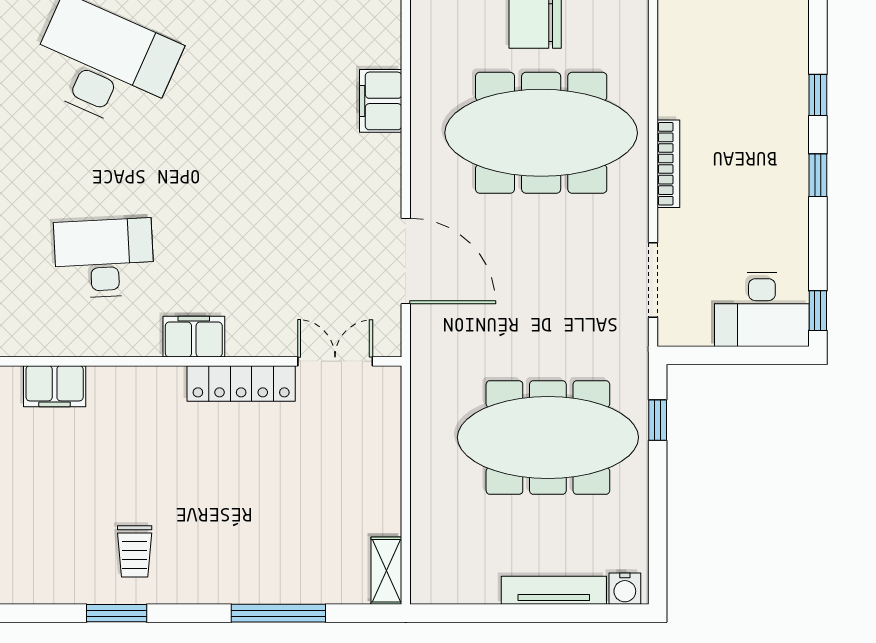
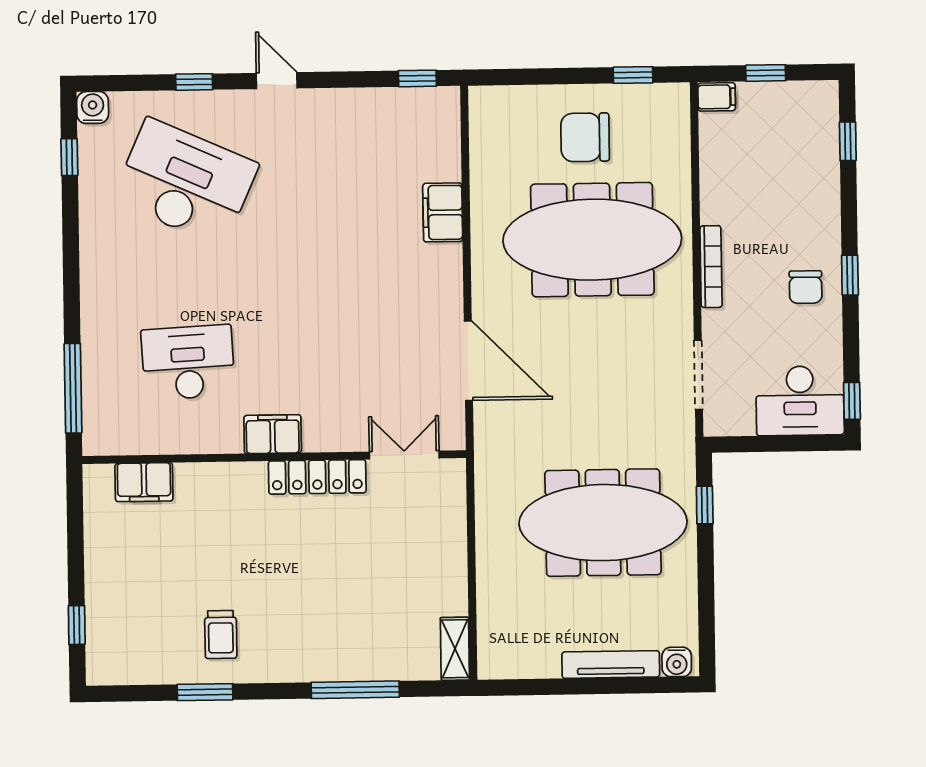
window: (818, 95) -> (848, 141), moved
chair: (770, 187) -> (806, 287), added

